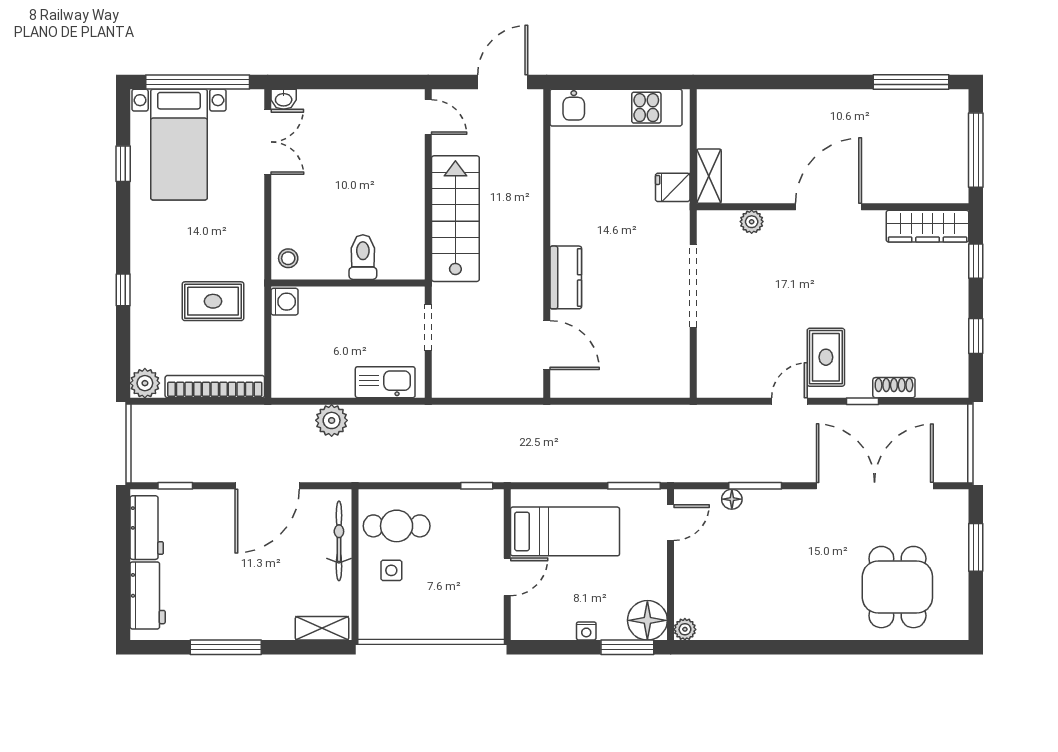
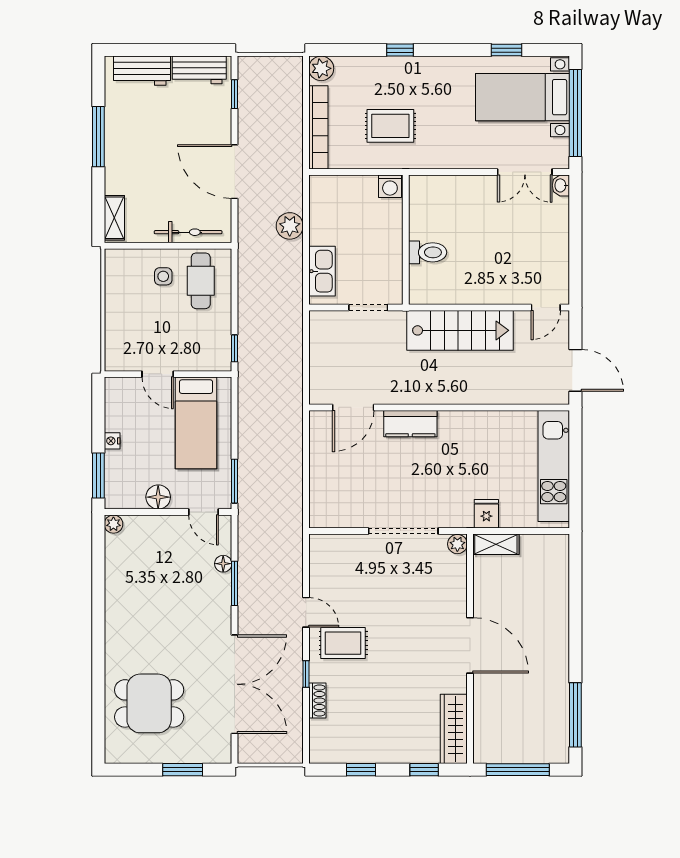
plant: (752, 222) -> (457, 544), moved
stool: (288, 258) -> (427, 189), removed
rug: (213, 301) -> (390, 126), turned 90
floor lamp: (647, 620) -> (158, 497), moved, width x0.73, depth x0.73

